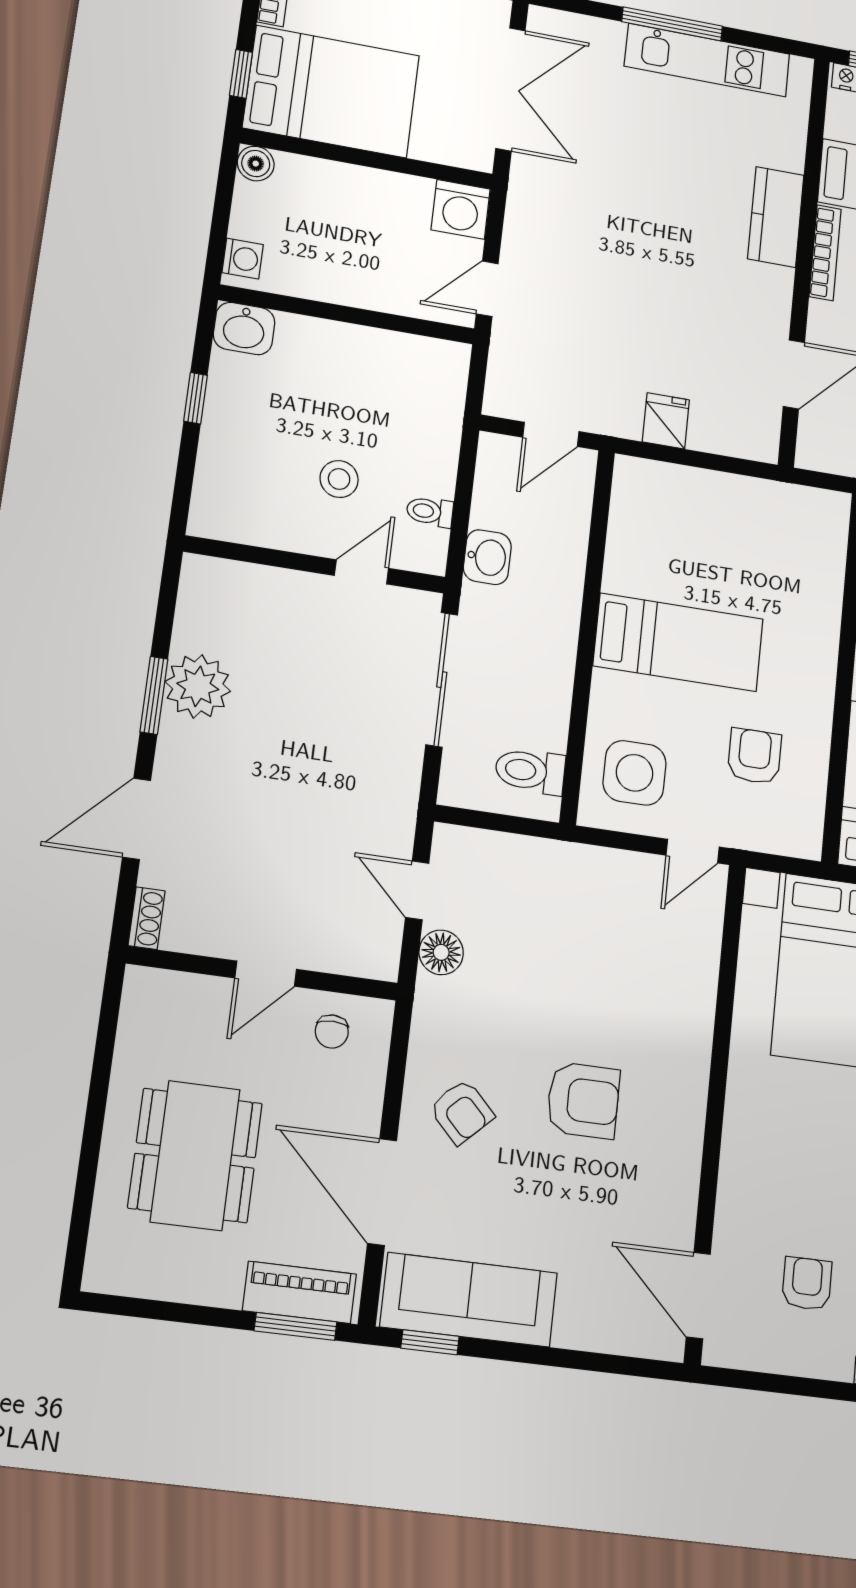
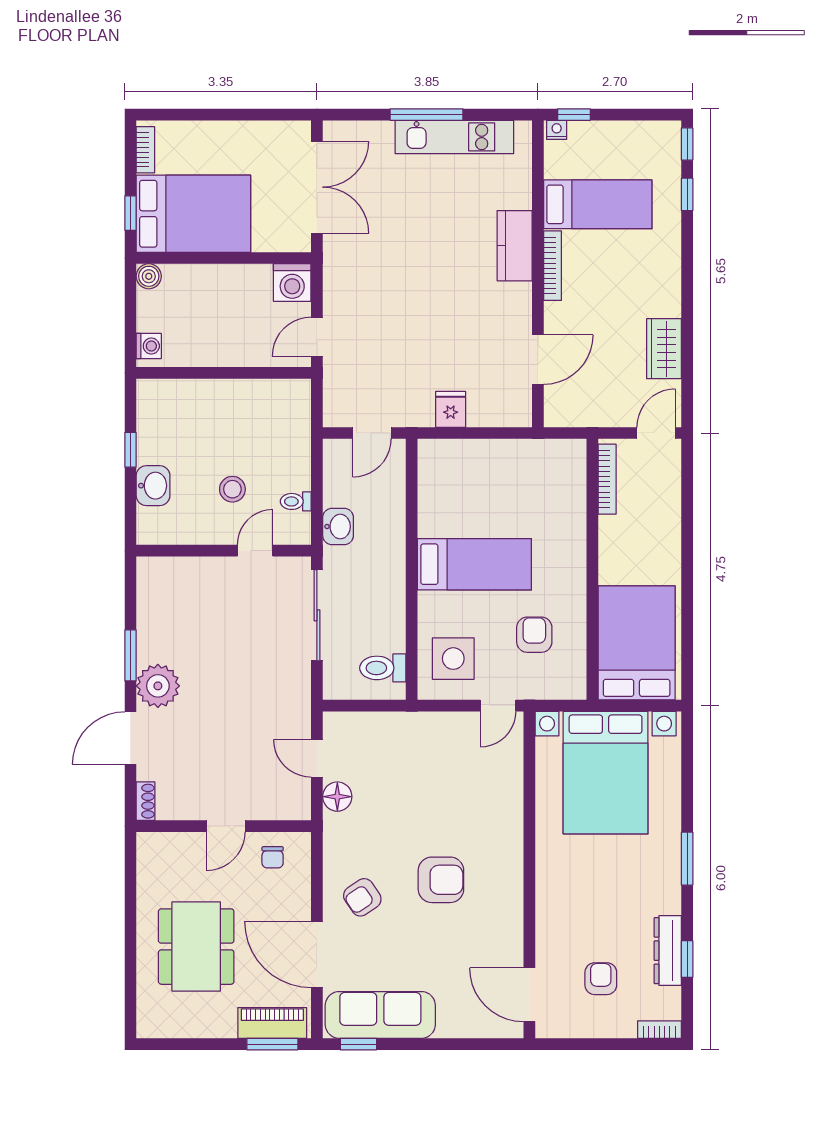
washbasin: (244, 329) -> (153, 486), moved, turned -90
plant: (198, 686) -> (158, 686), moved
armchair: (462, 1112) -> (362, 897), turned 100

